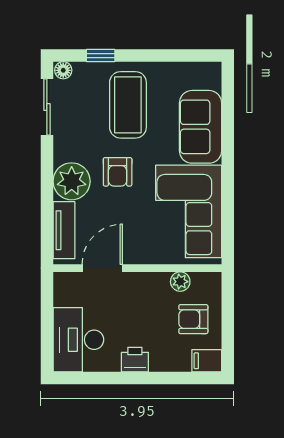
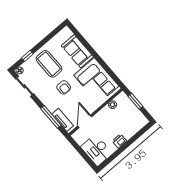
plant: (72, 181) -> (52, 103), removed
window: (47, 206) -> (51, 117), added
window: (228, 312) -> (135, 101), added
armchair: (193, 319) -> (127, 113), removed
filing cabinet: (207, 361) -> (142, 122), removed

